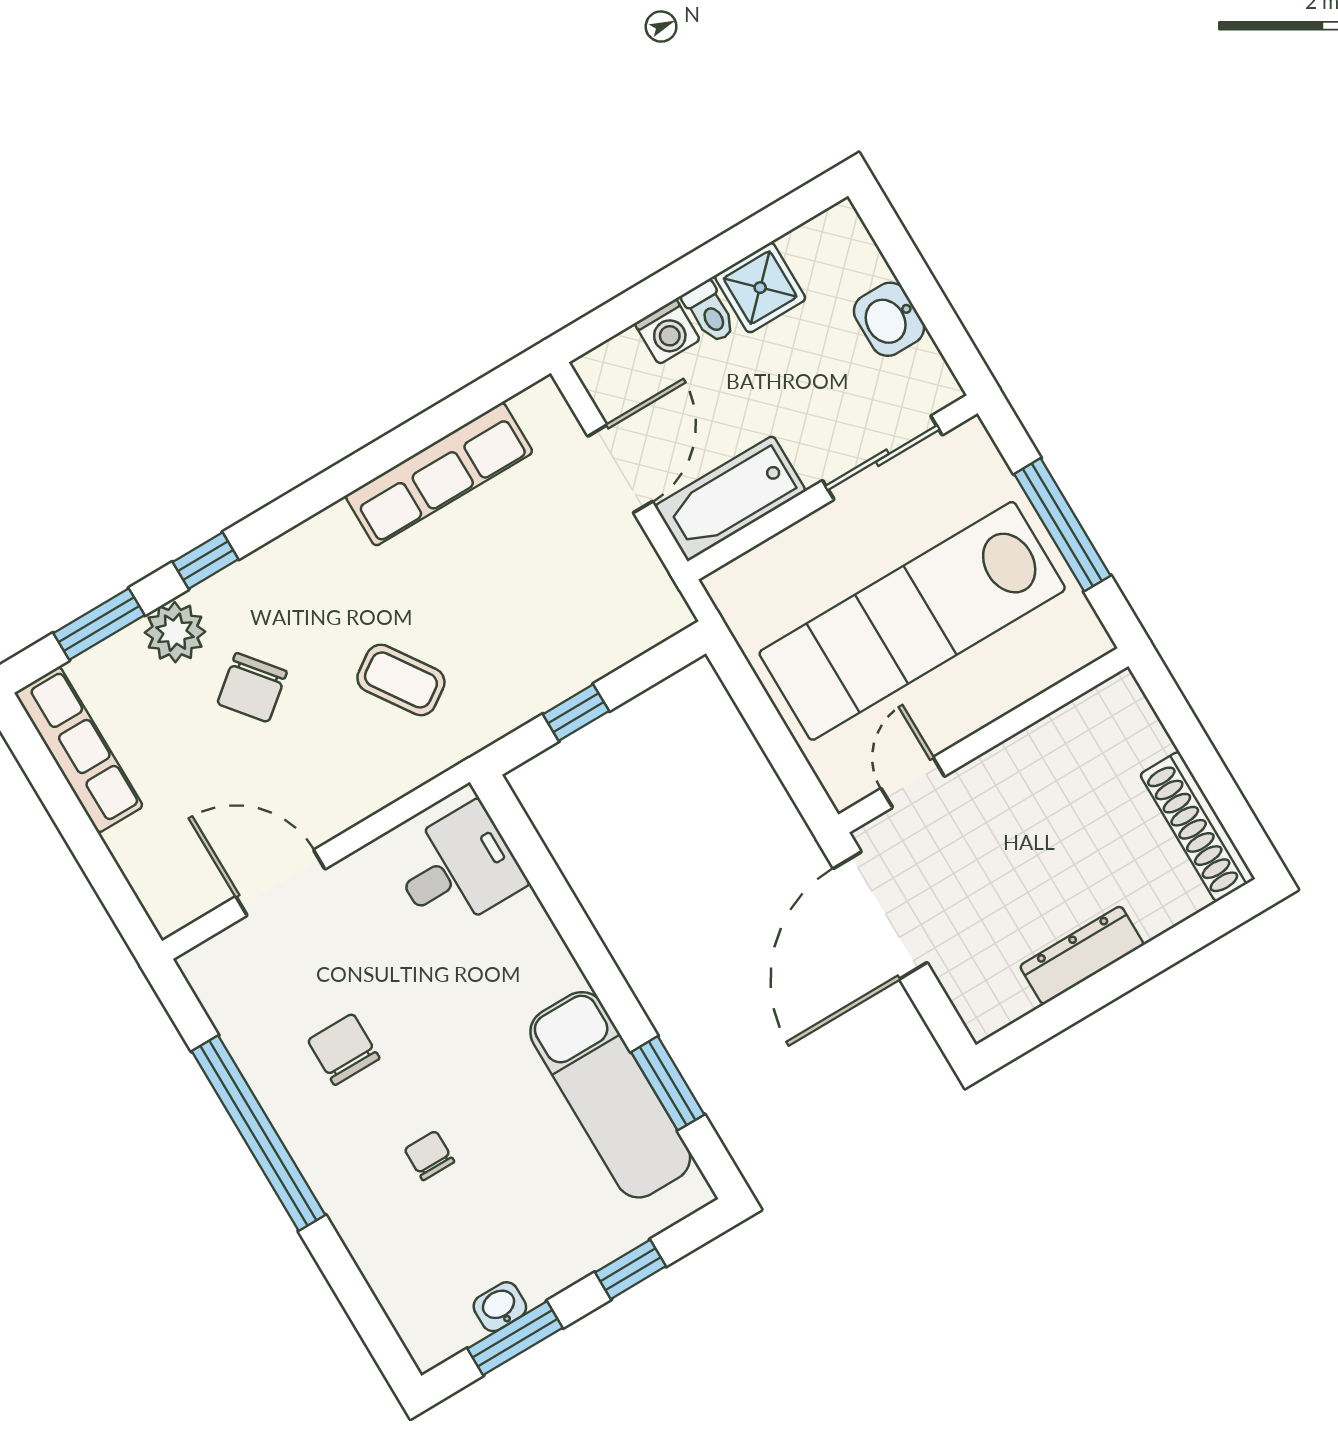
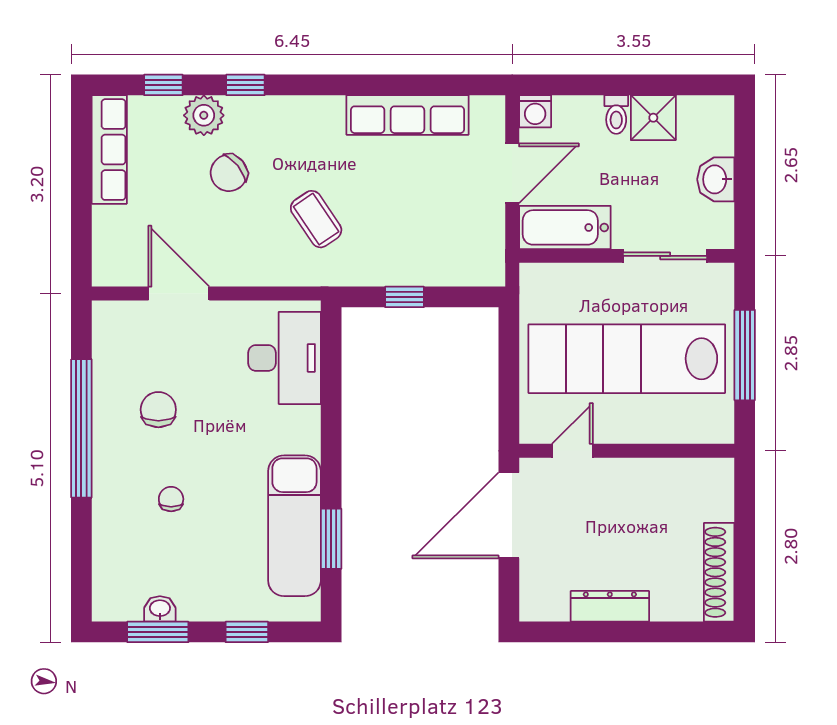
washing machine: (667, 332) -> (535, 111), moved
window: (99, 624) -> (163, 85), width x0.67
desk: (458, 868) -> (284, 358), width x1.37

